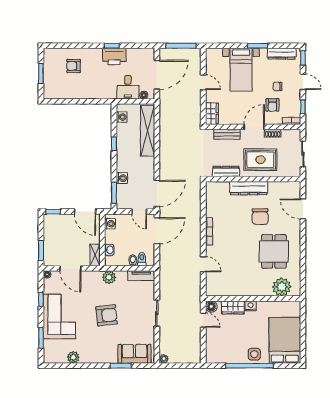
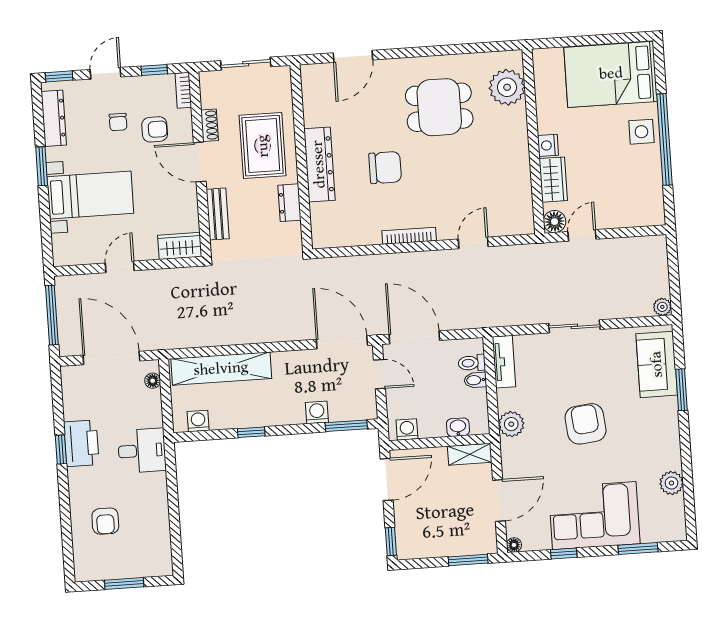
desk: (128, 87) -> (142, 451), moved
dresser: (226, 171) -> (290, 203), width x0.70
door: (139, 212) -> (379, 374), hinge flipped
chair: (260, 217) -> (385, 168), moved

